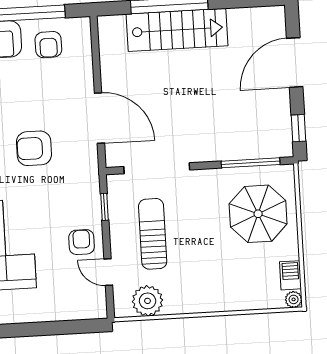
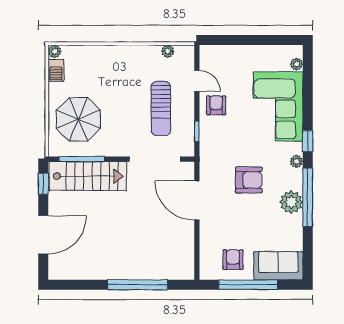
stairs: (177, 30) -> (88, 176), moved, turned 180
armchair: (82, 242) -> (216, 105), turned 180
plant: (148, 301) -> (168, 51), width x0.53, depth x0.53

